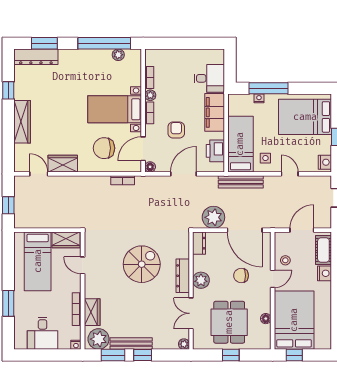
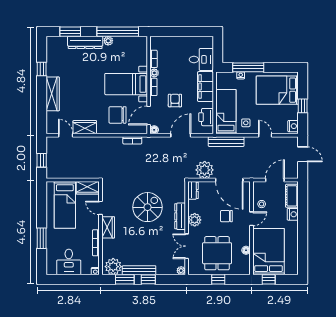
plant: (118, 55) -> (108, 41), moved
dresser: (36, 57) -> (85, 42), moved
wardrobe: (92, 312) -> (108, 227), moved

